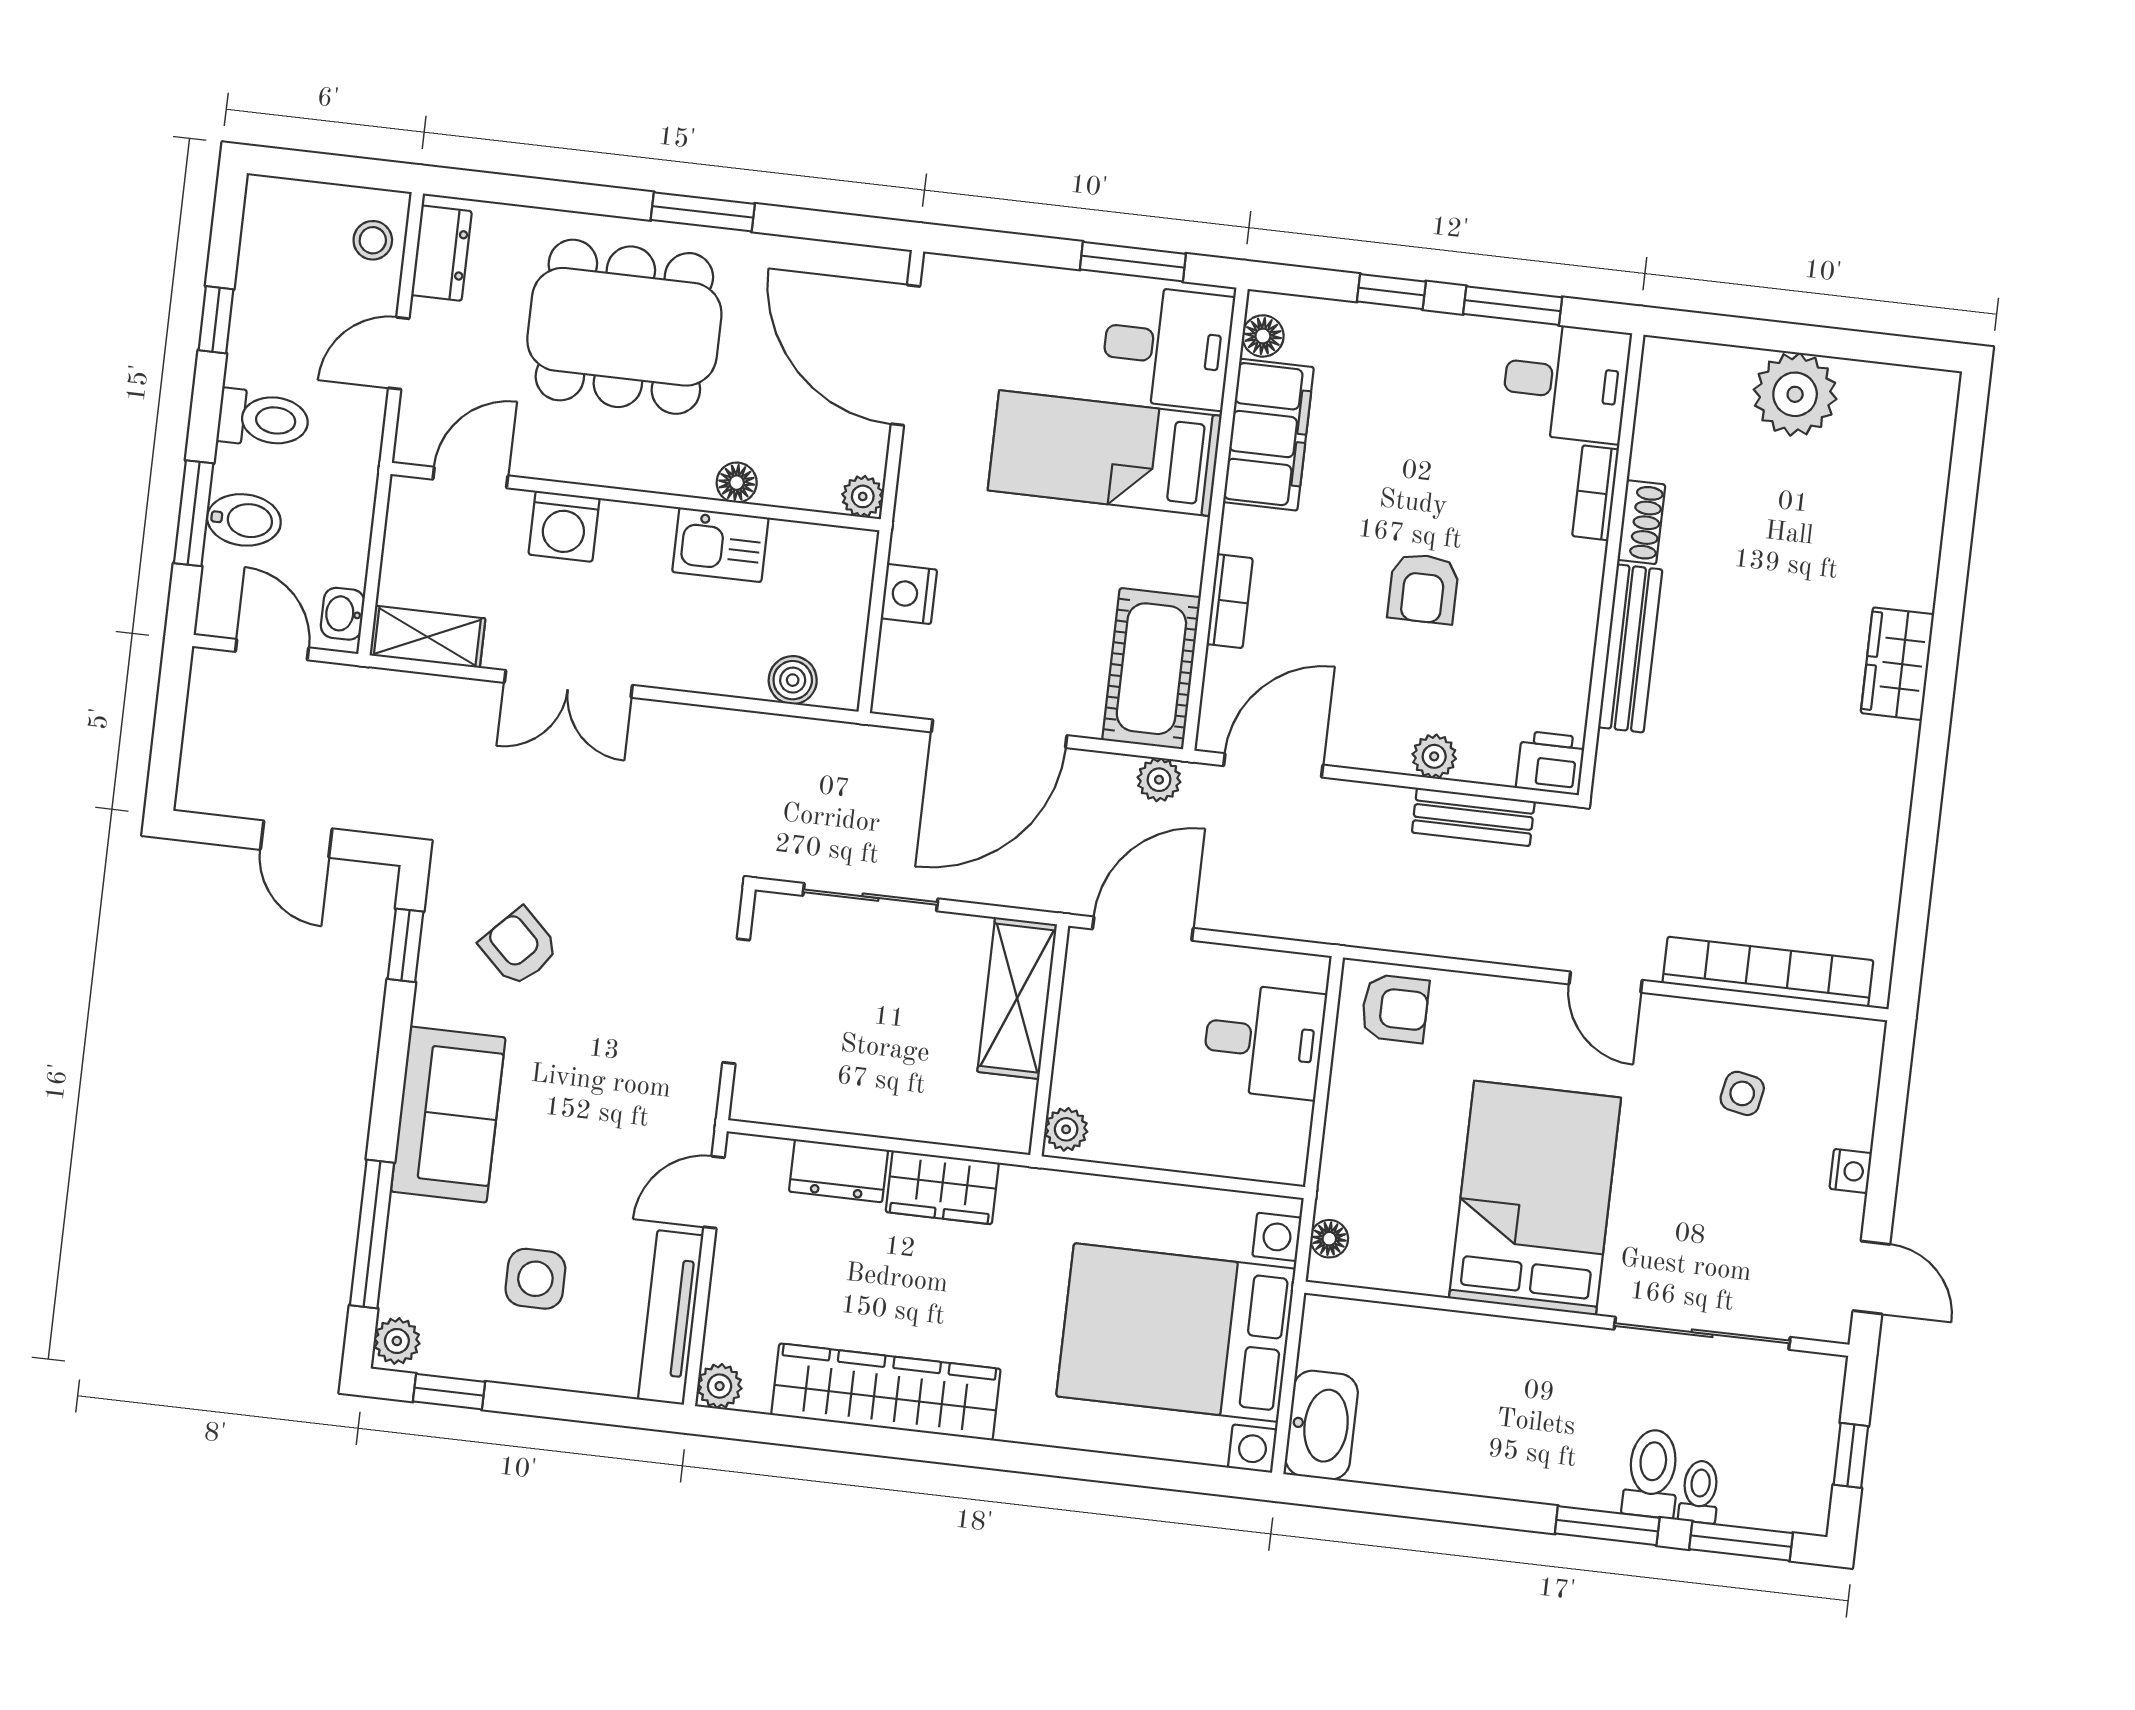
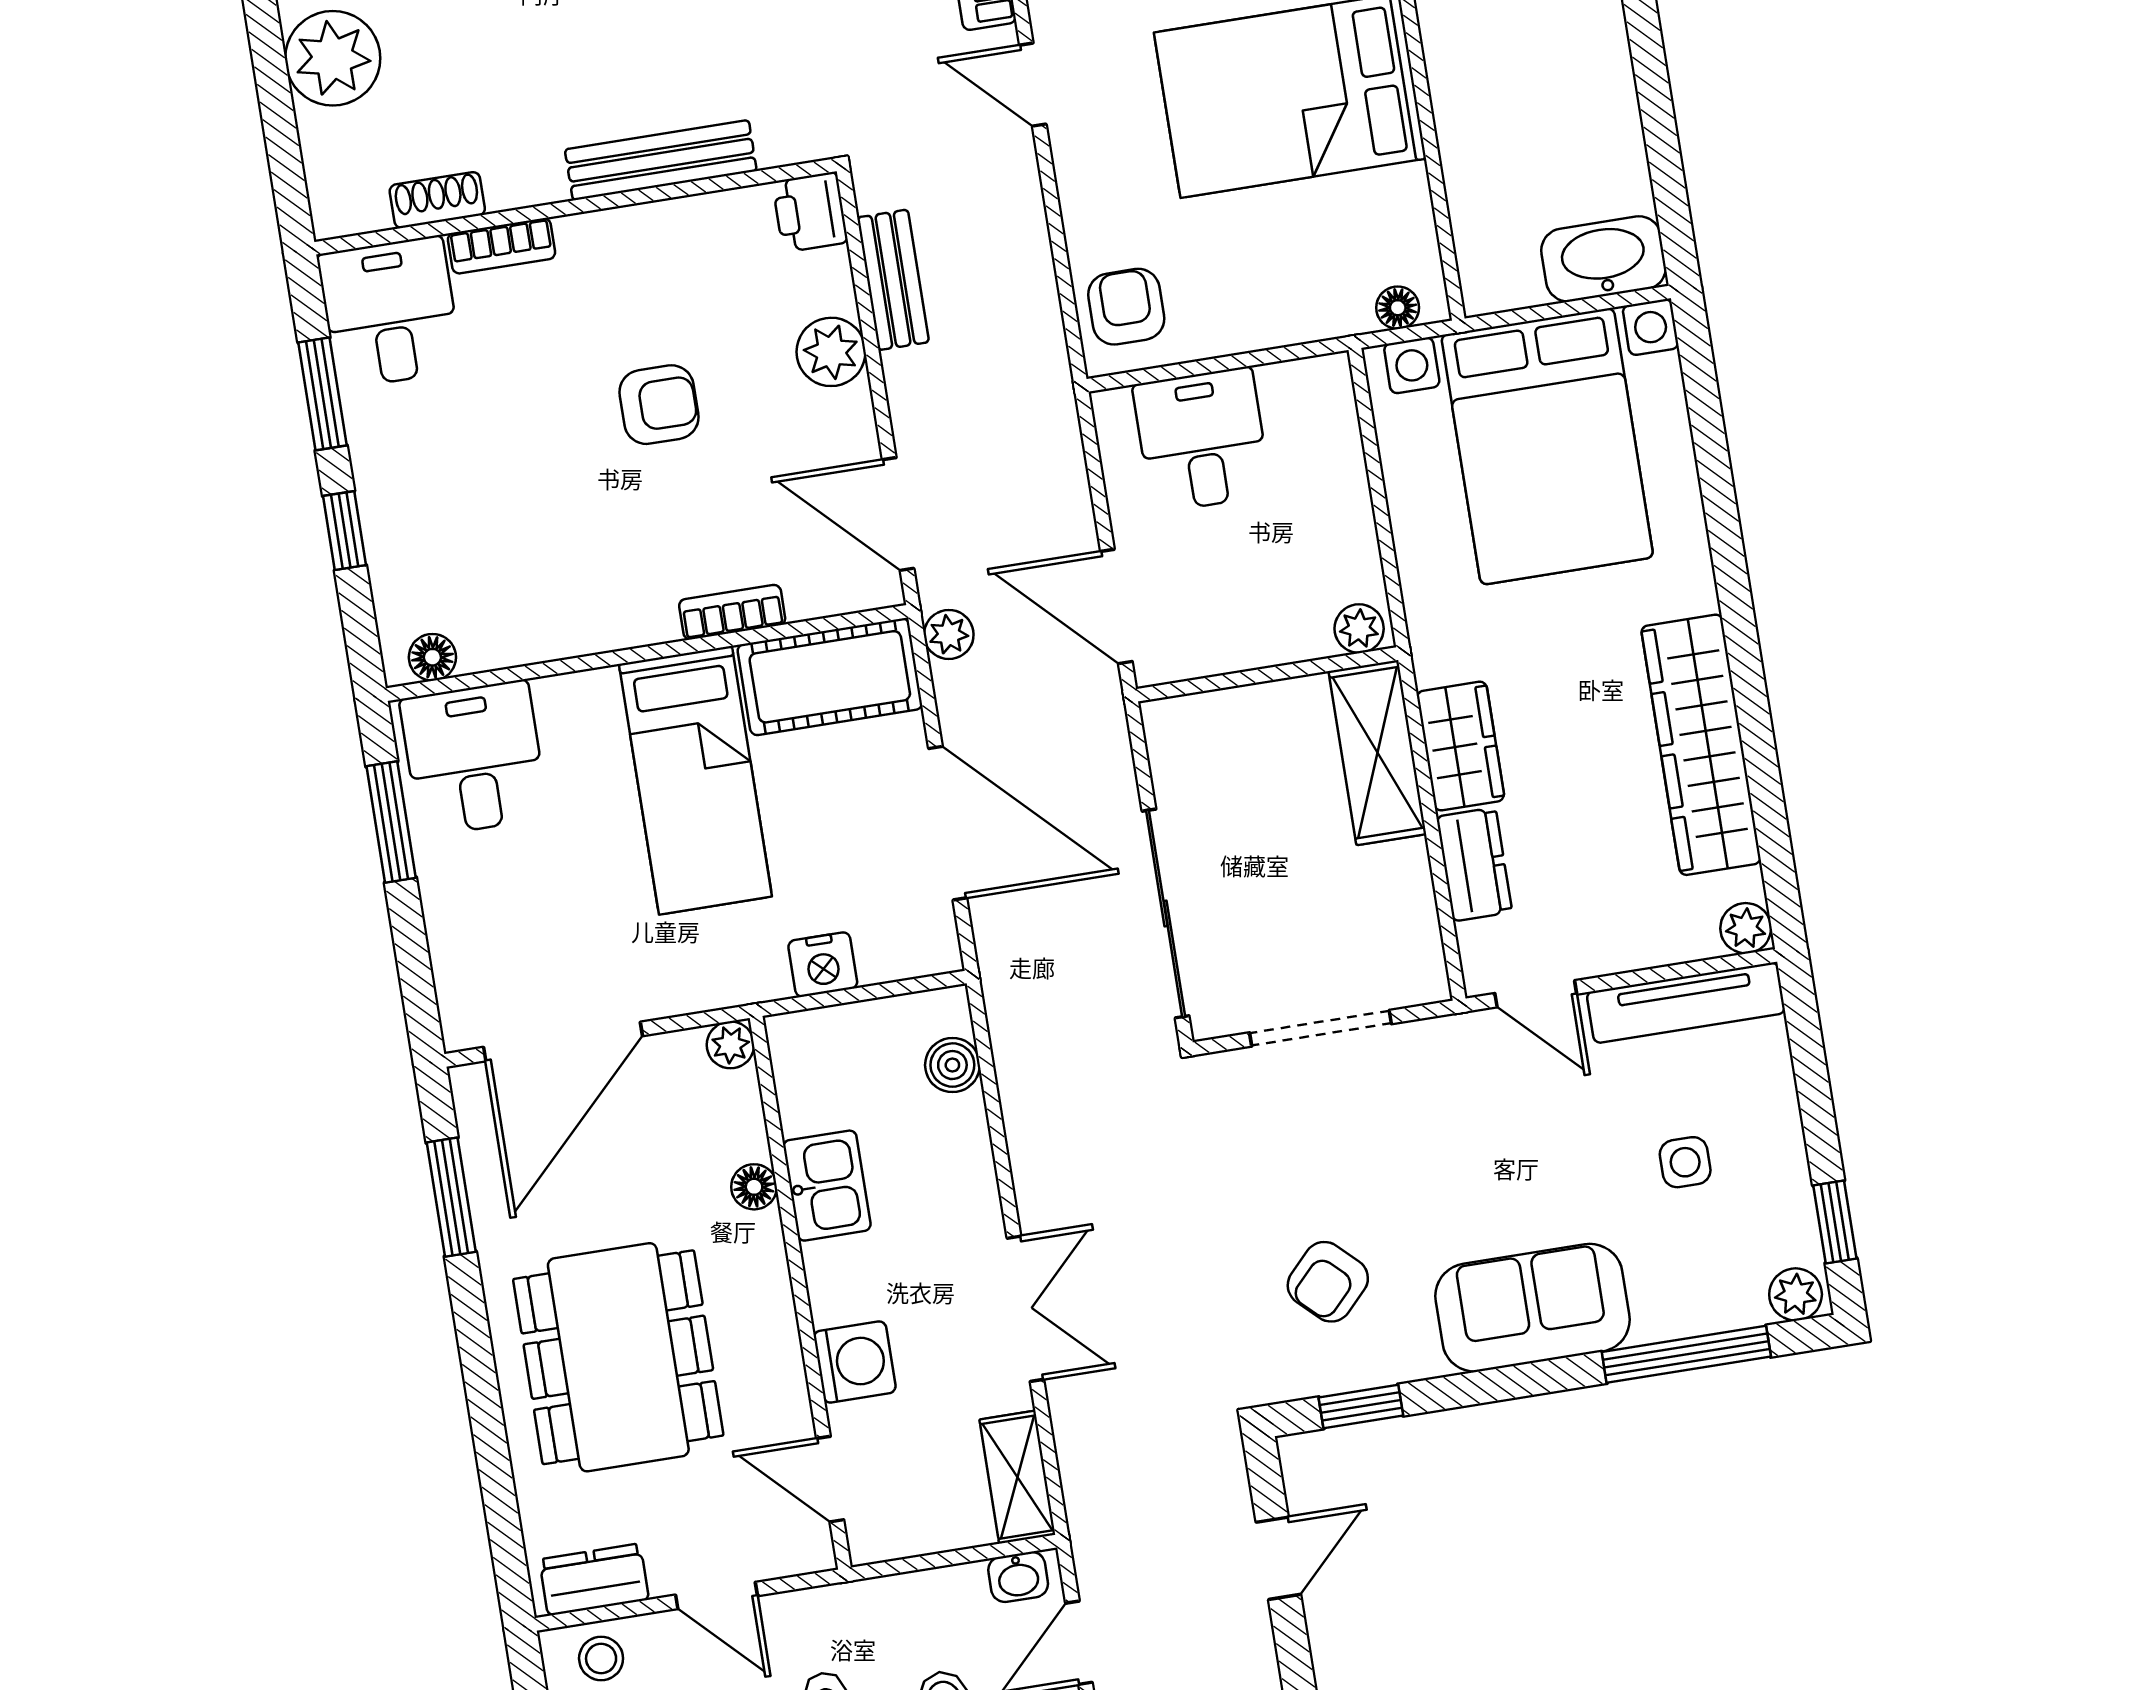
window: (703, 212) -> (451, 1197), moved
filing cabinet: (1268, 435) -> (538, 621), removed
bed: (1105, 453) -> (695, 780), moved
shoe rack: (1641, 522) -> (437, 200), moved
plant: (1434, 756) -> (831, 352), width x1.38, depth x1.38
sliding door: (870, 897) -> (1166, 914), width x1.37
door: (1606, 982) -> (1033, 85), swing flipped
shelving: (1017, 998) -> (1377, 753), moved, turned 90
side table: (535, 1279) -> (1685, 1162), width x0.73, depth x0.73

